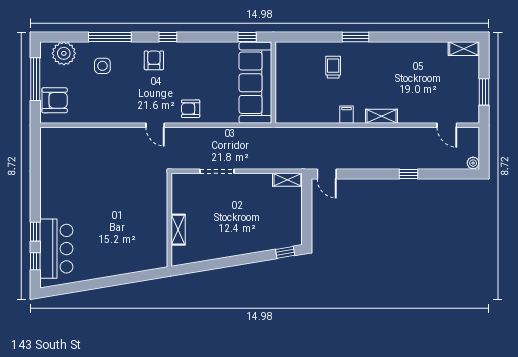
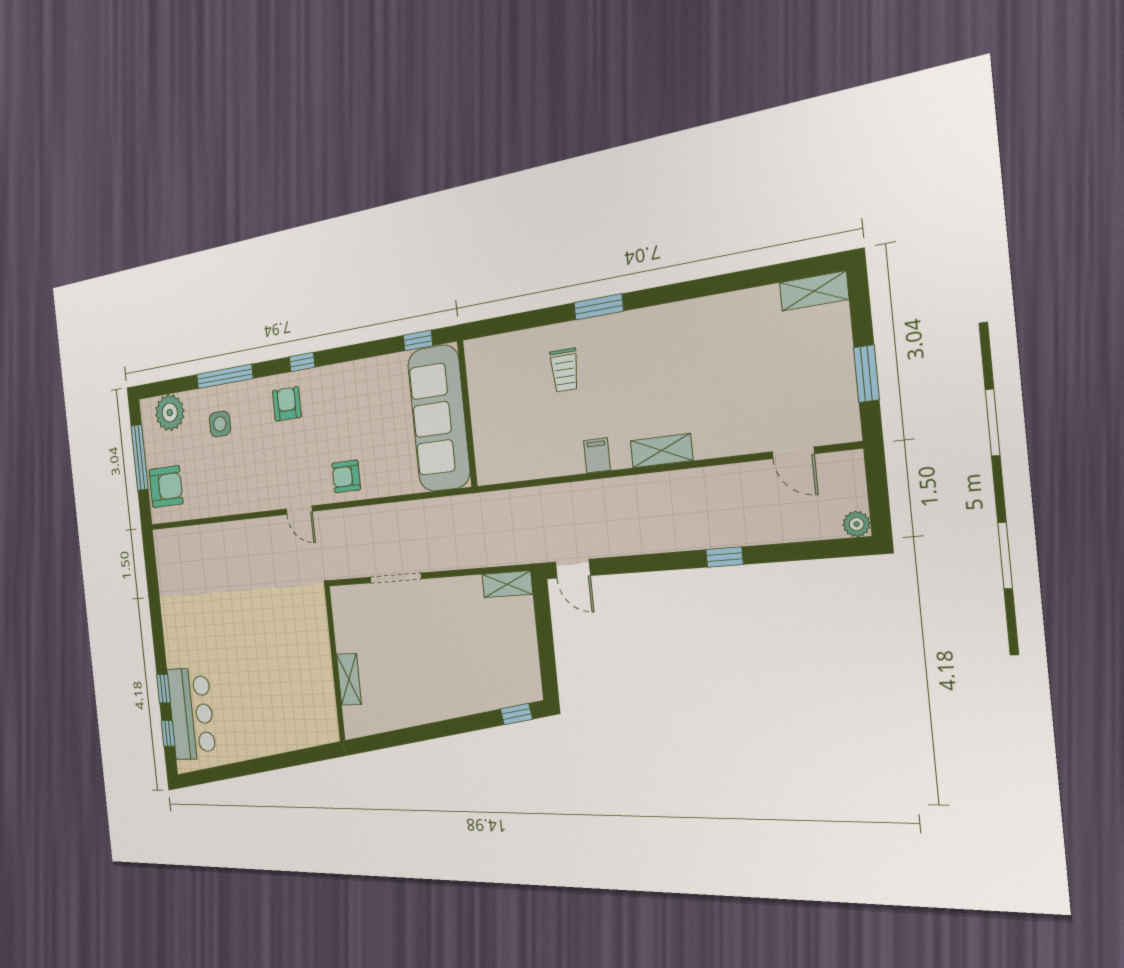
trolley: (333, 67) -> (565, 370), turned 180

